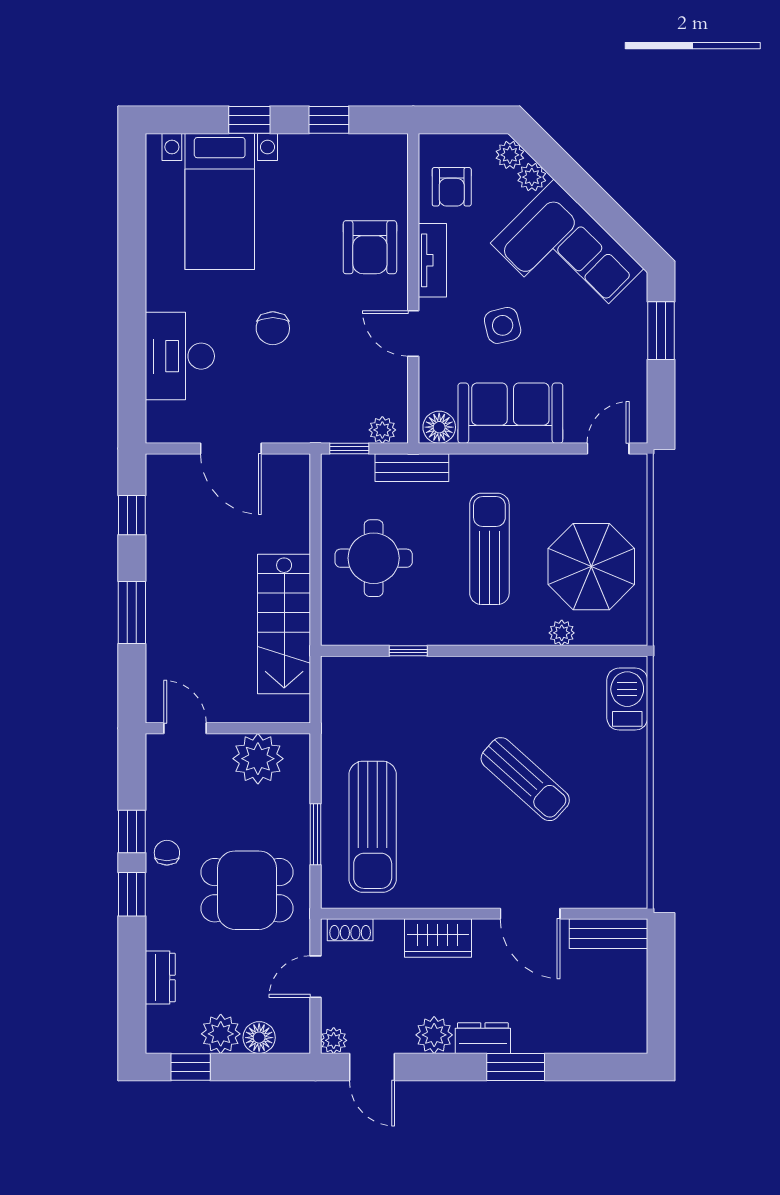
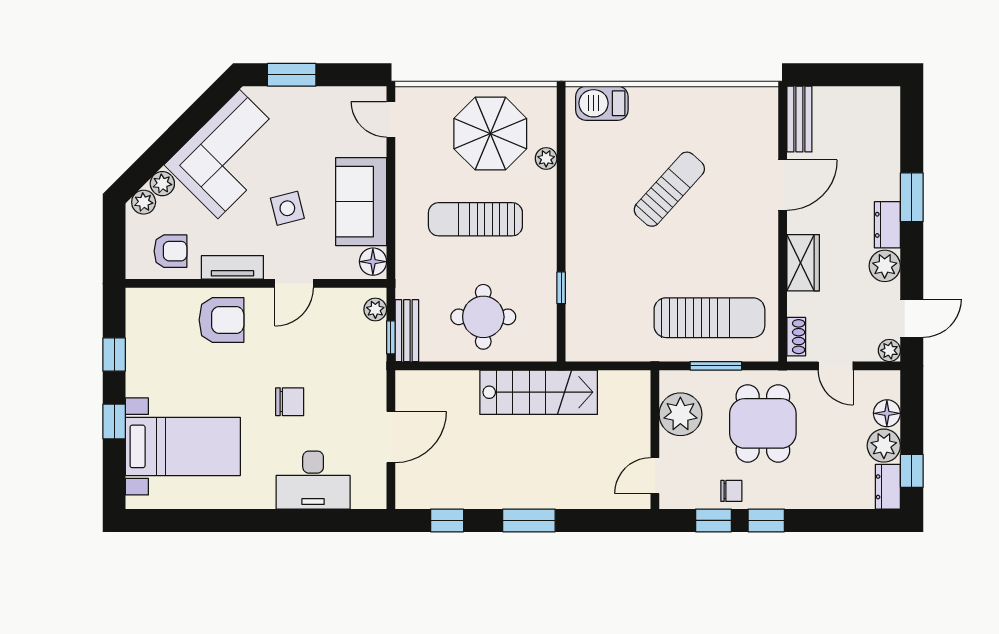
bench: (412, 468) -> (407, 331), moved
door: (185, 728) -> (655, 476), moved
wall: (228, 728) -> (655, 440), moved
plant: (258, 759) -> (680, 414), moved
chair: (167, 853) -> (731, 491), turned 180
dresser: (160, 978) -> (888, 487), moved, turned -90

